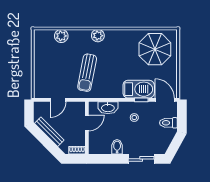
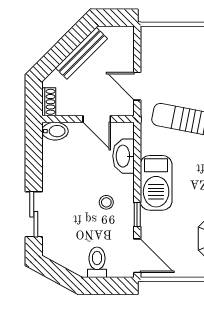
barbecue: (139, 89) -> (156, 183), moved
door: (58, 100) -> (137, 86), moved
door: (165, 100) -> (137, 256), hinge flipped
bidet: (117, 147) -> (55, 131), moved

